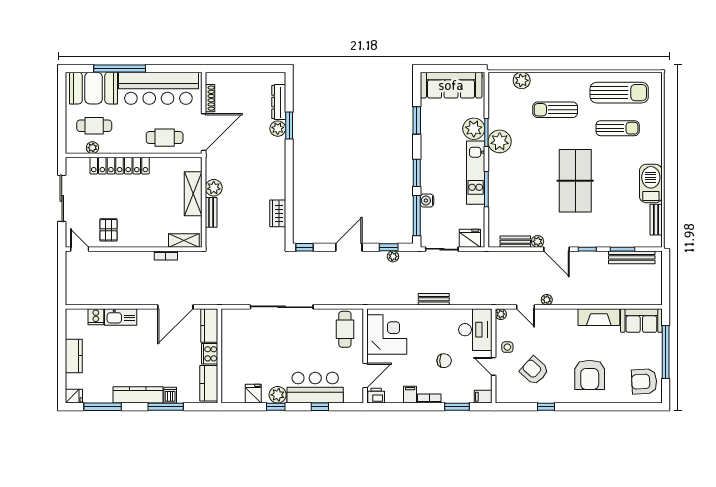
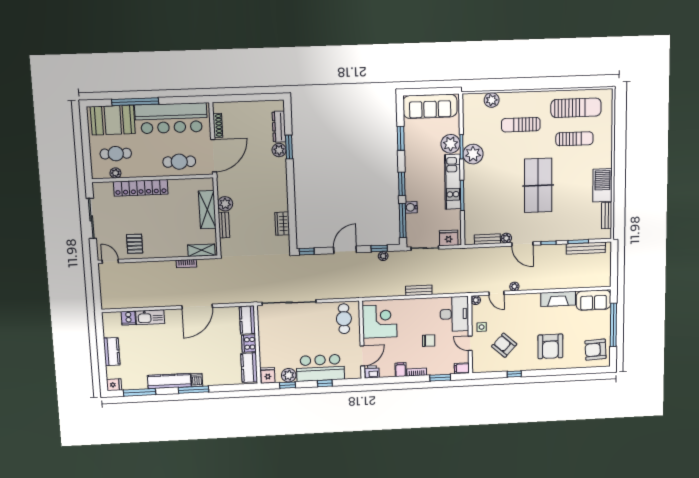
kitchen counter: (209, 325) -> (247, 320), moved
cooker: (210, 354) -> (249, 343), moved
wall: (219, 356) -> (257, 345), moved
kitchen counter: (209, 383) -> (249, 368), moved

